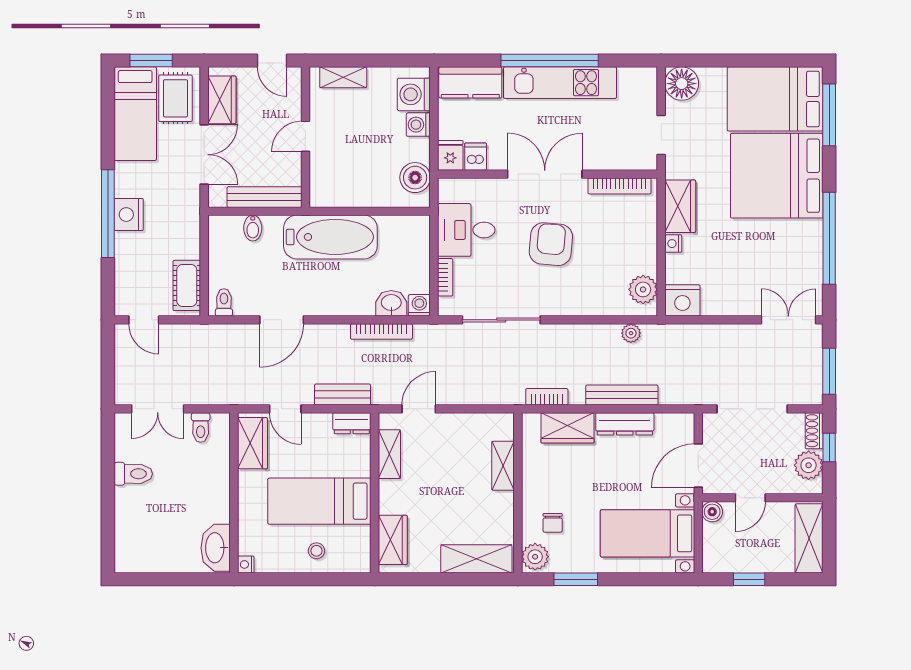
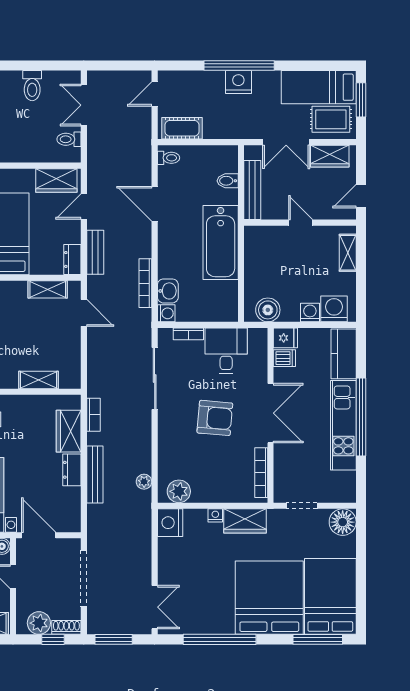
dresser: (625, 424) -> (72, 470), width x0.70

